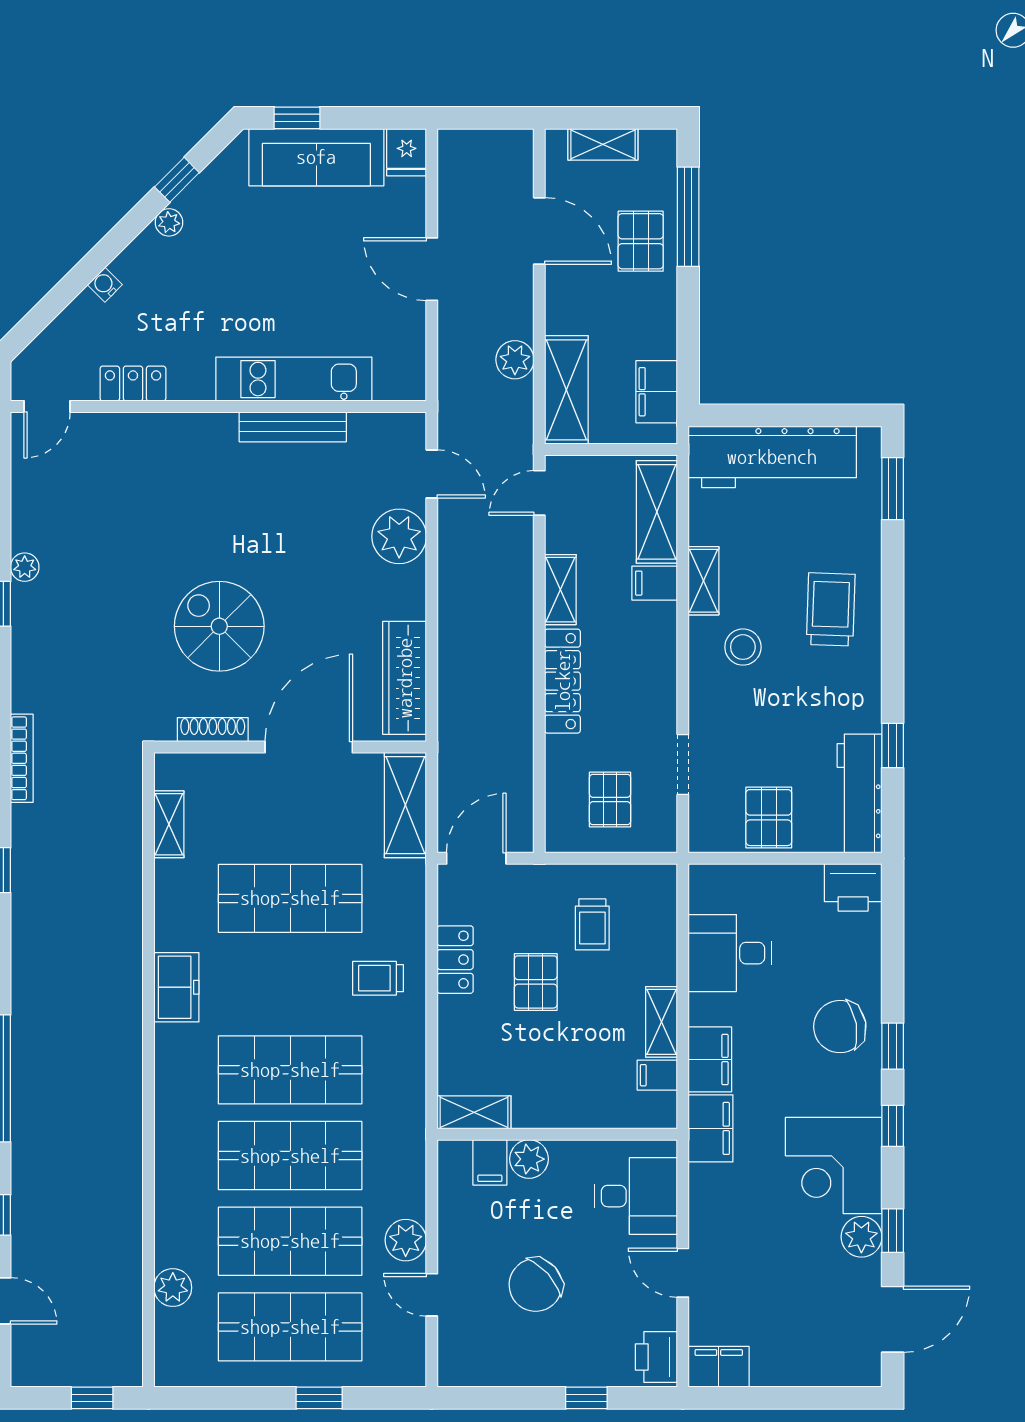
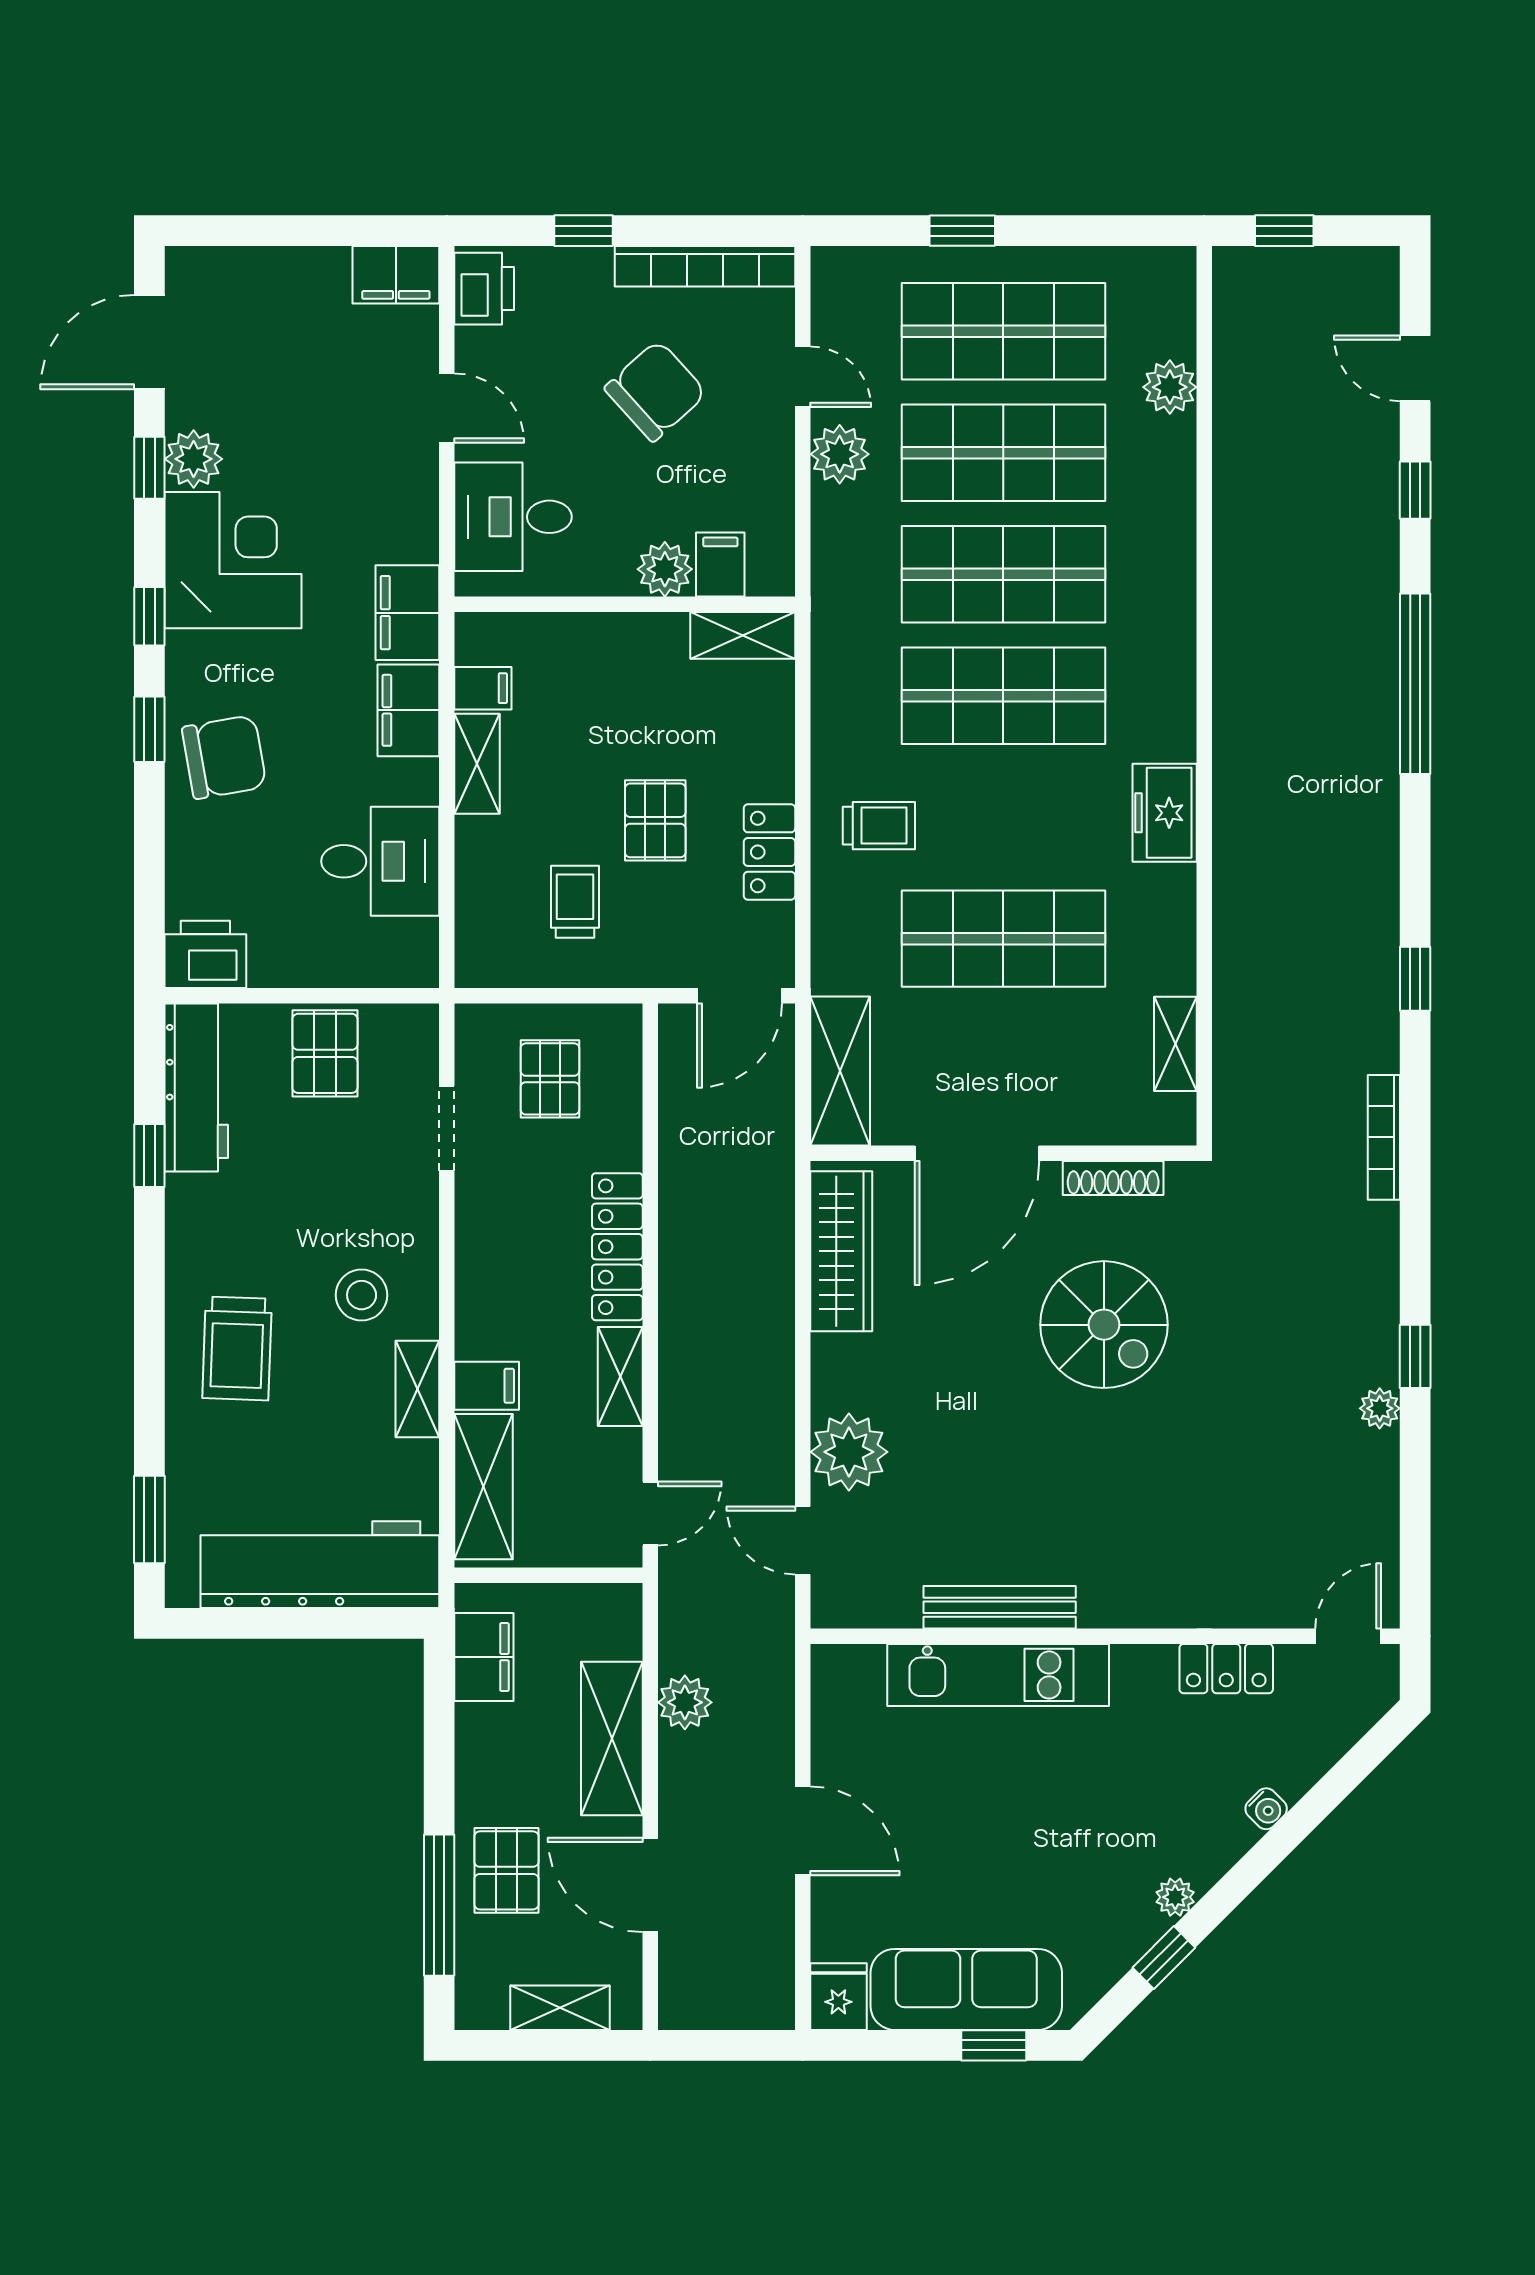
shelving: (566, 390) -> (612, 1739), moved
bookcase: (501, 1373) -> (705, 266), added

